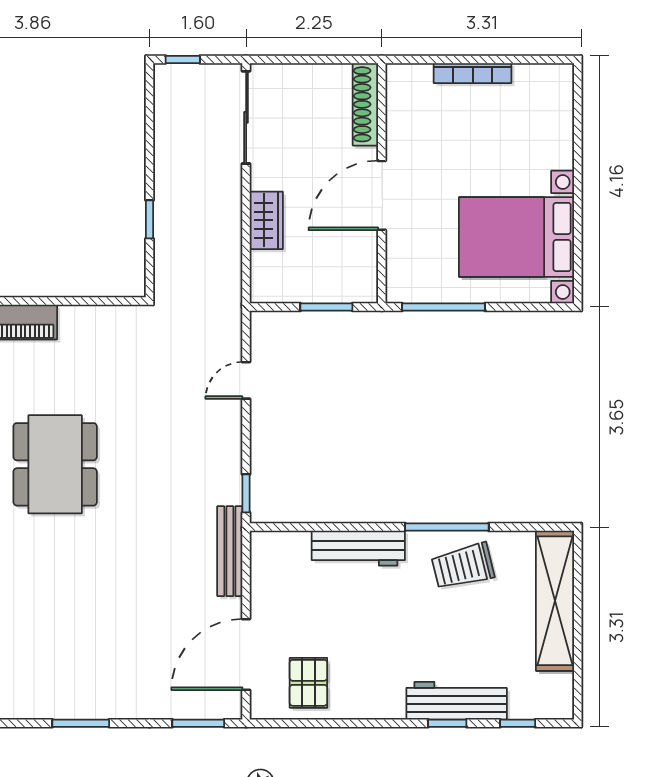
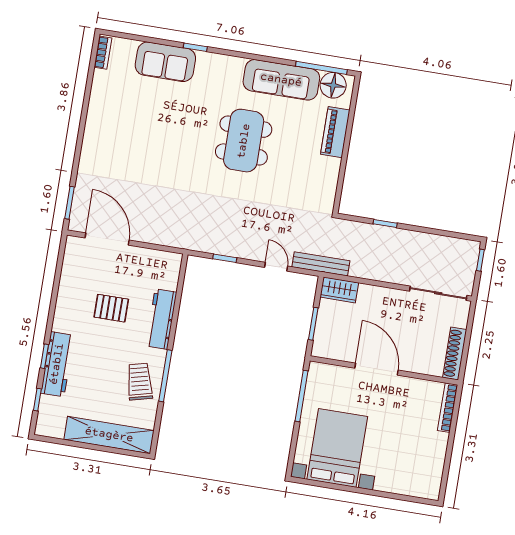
bookcase: (473, 73) -> (448, 408), moved
shoe rack: (365, 104) -> (455, 354), moved, turned -90
wardrobe: (266, 220) -> (339, 290), moved
dining table: (55, 464) -> (244, 141), turned 90
window: (246, 493) -> (225, 258), moved
bench: (230, 551) -> (321, 264), moved
pallet: (308, 683) -> (111, 308), moved
window: (81, 723) -> (81, 130), removed

